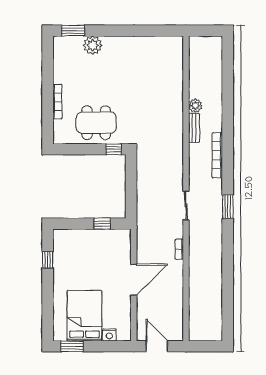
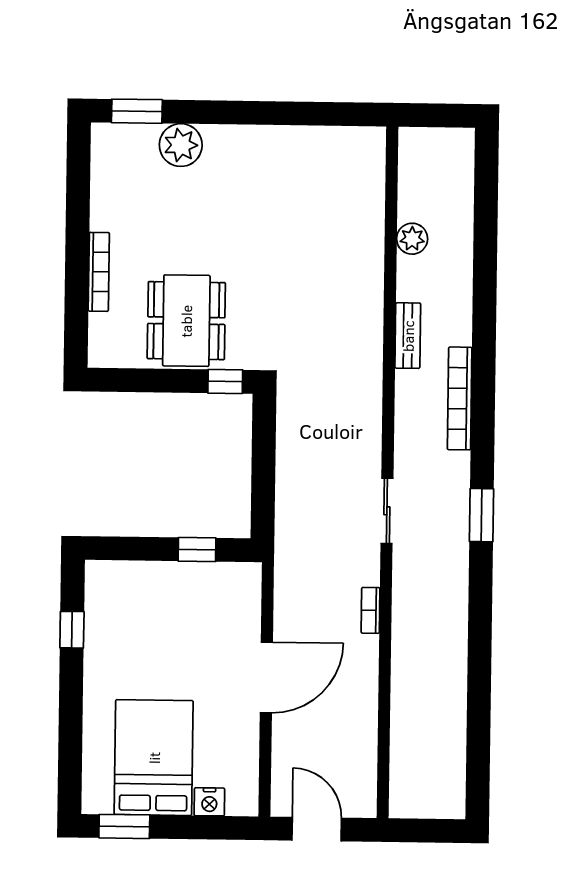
plant: (195, 106) -> (412, 239), moved
dining table: (96, 123) -> (186, 321), turned 90

